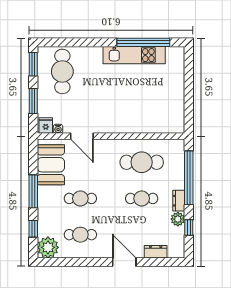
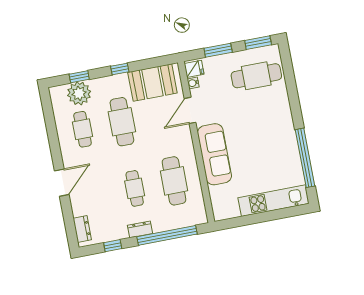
kitchen unit: (134, 55) -> (274, 201), moved, turned 90
sofa: (125, 122) -> (214, 154), added
window: (33, 191) -> (120, 69), width x0.46
cafe table: (80, 198) -> (122, 122), width x1.37, depth x1.35
plant: (178, 219) -> (120, 232), removed
plant: (48, 247) -> (79, 93), moved
dresser: (156, 252) -> (82, 229), moved

